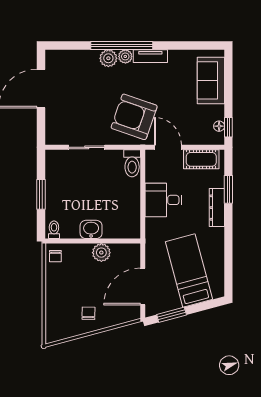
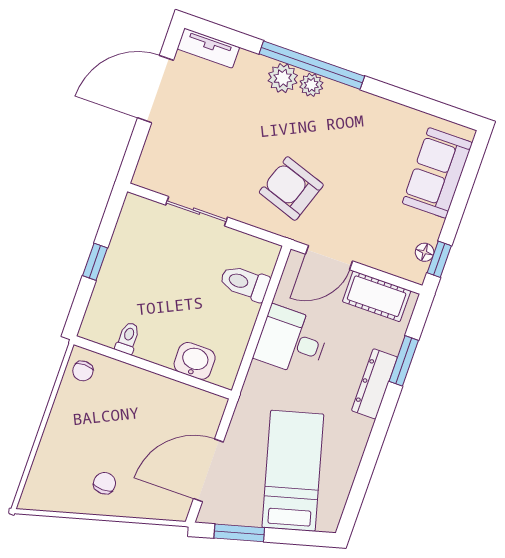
tv unit: (150, 56) -> (208, 48), moved
armchair: (134, 117) -> (291, 189), width x0.73, depth x0.73
door: (168, 147) -> (329, 258), swing flipped
toilet: (132, 163) -> (245, 283), moved, turned 90
window: (41, 194) -> (95, 262), width x0.67
washbasin: (91, 229) -> (195, 361), moved
toilet: (54, 230) -> (128, 338), moved
plant: (101, 253) -> (160, 391), removed

